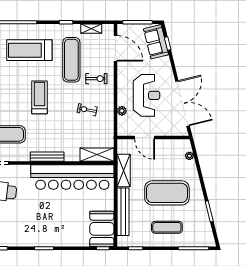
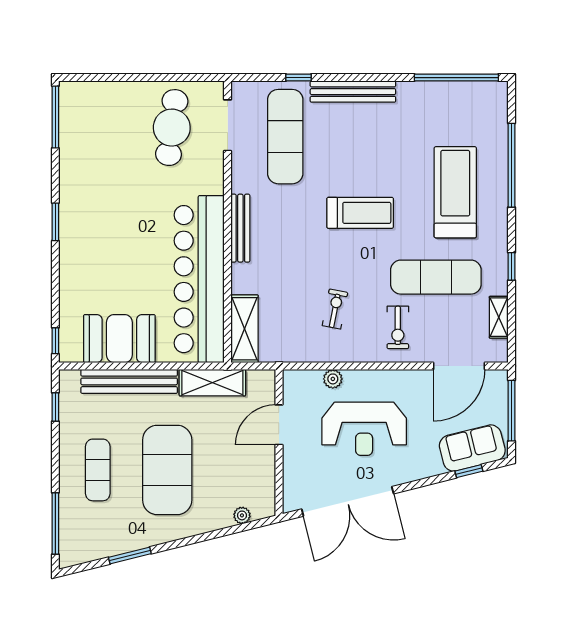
booth: (102, 229) -> (119, 339), moved

